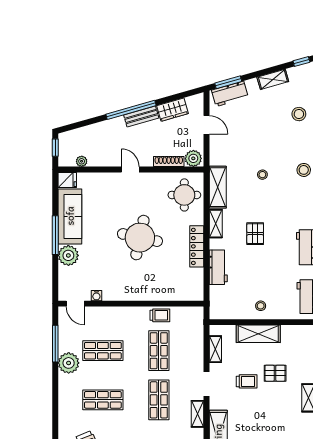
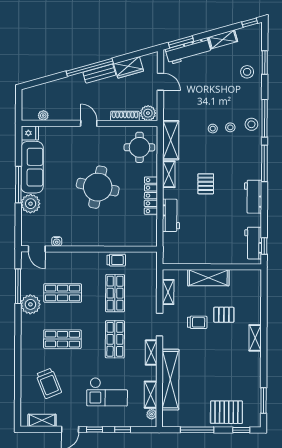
workbench: (230, 94) -> (188, 51), width x1.38
window: (55, 148) -> (19, 103), removed
stool: (261, 306) -> (230, 127), moved

